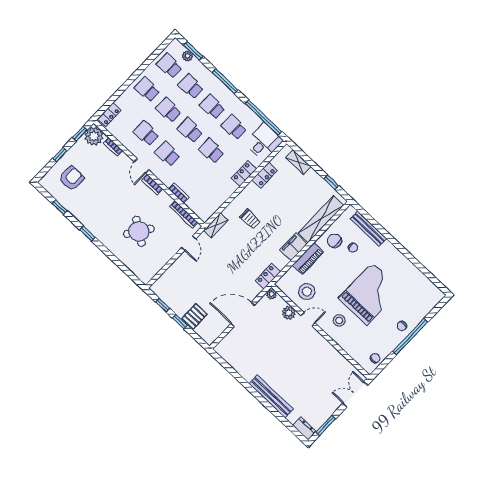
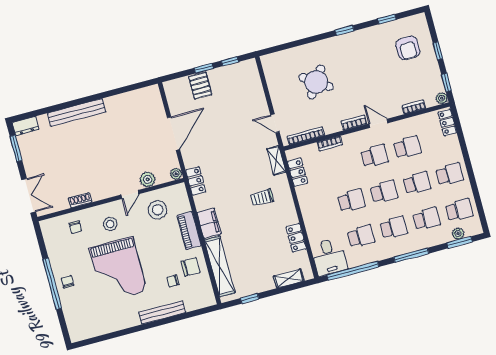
plant: (94, 136) -> (442, 98), width x0.53, depth x0.53
locker: (244, 173) -> (298, 172), moved
bench: (368, 229) -> (162, 312), moved
shoe rack: (335, 354) -> (80, 200), added
chair: (375, 358) -> (75, 227), moved

